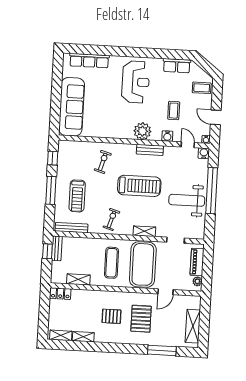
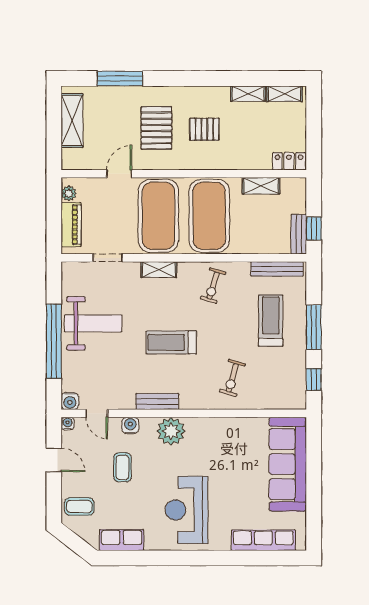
treadmill: (139, 186) -> (171, 342), width x0.73, depth x0.73
exercise mat: (111, 263) -> (209, 216), width x2.00, depth x1.45

